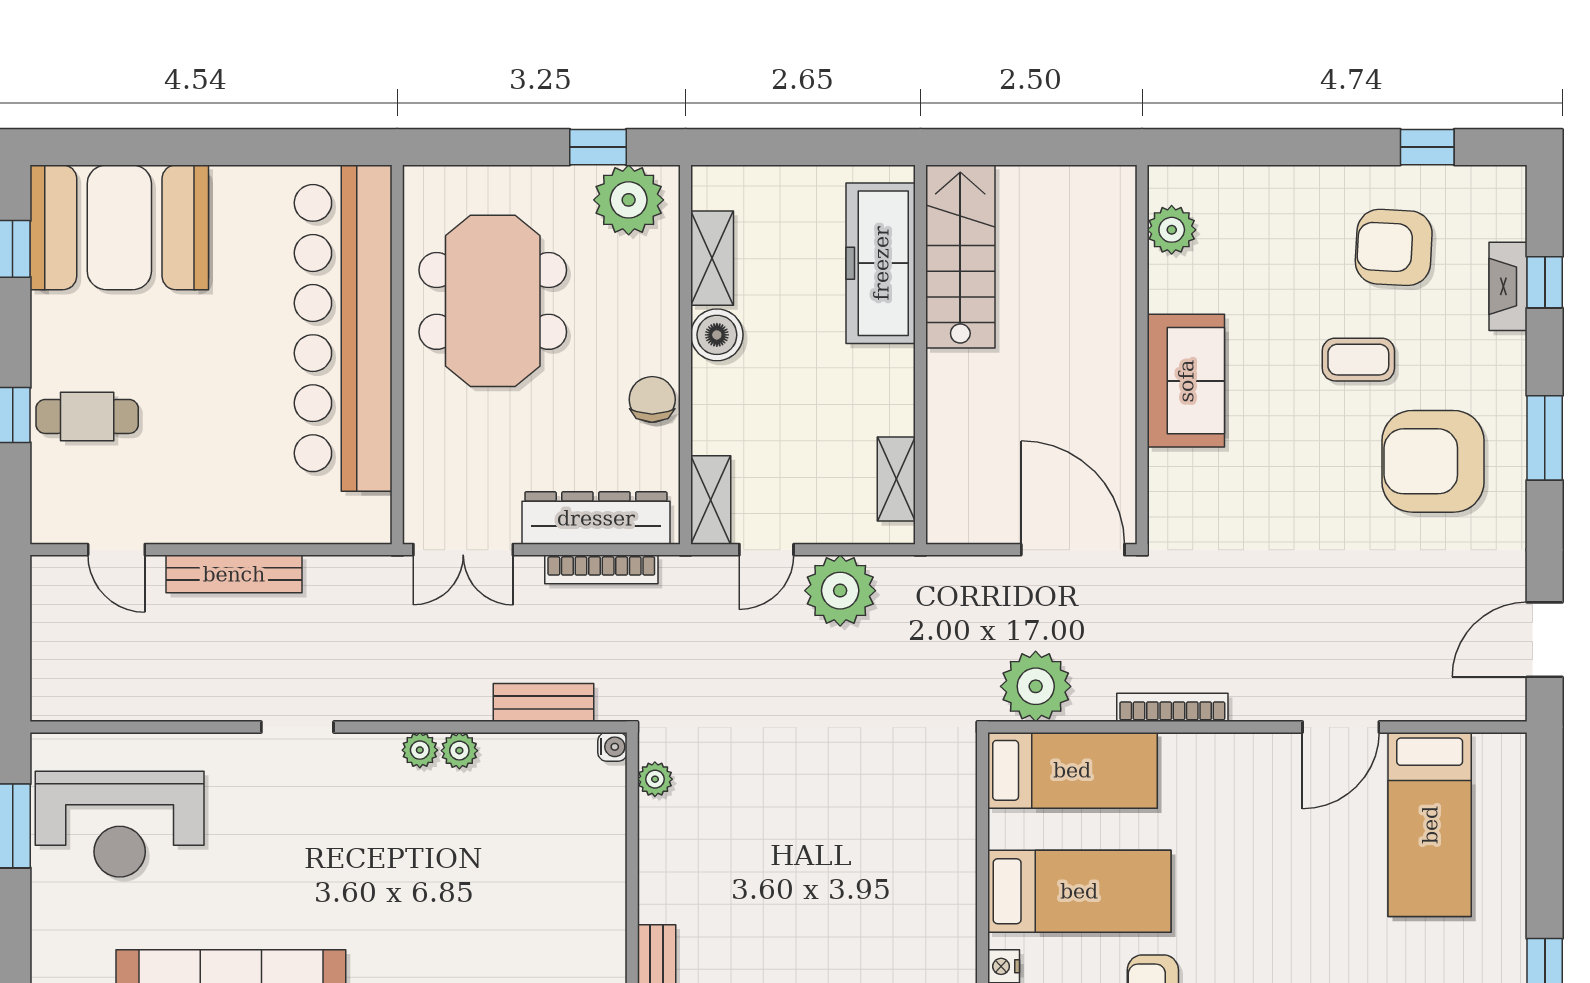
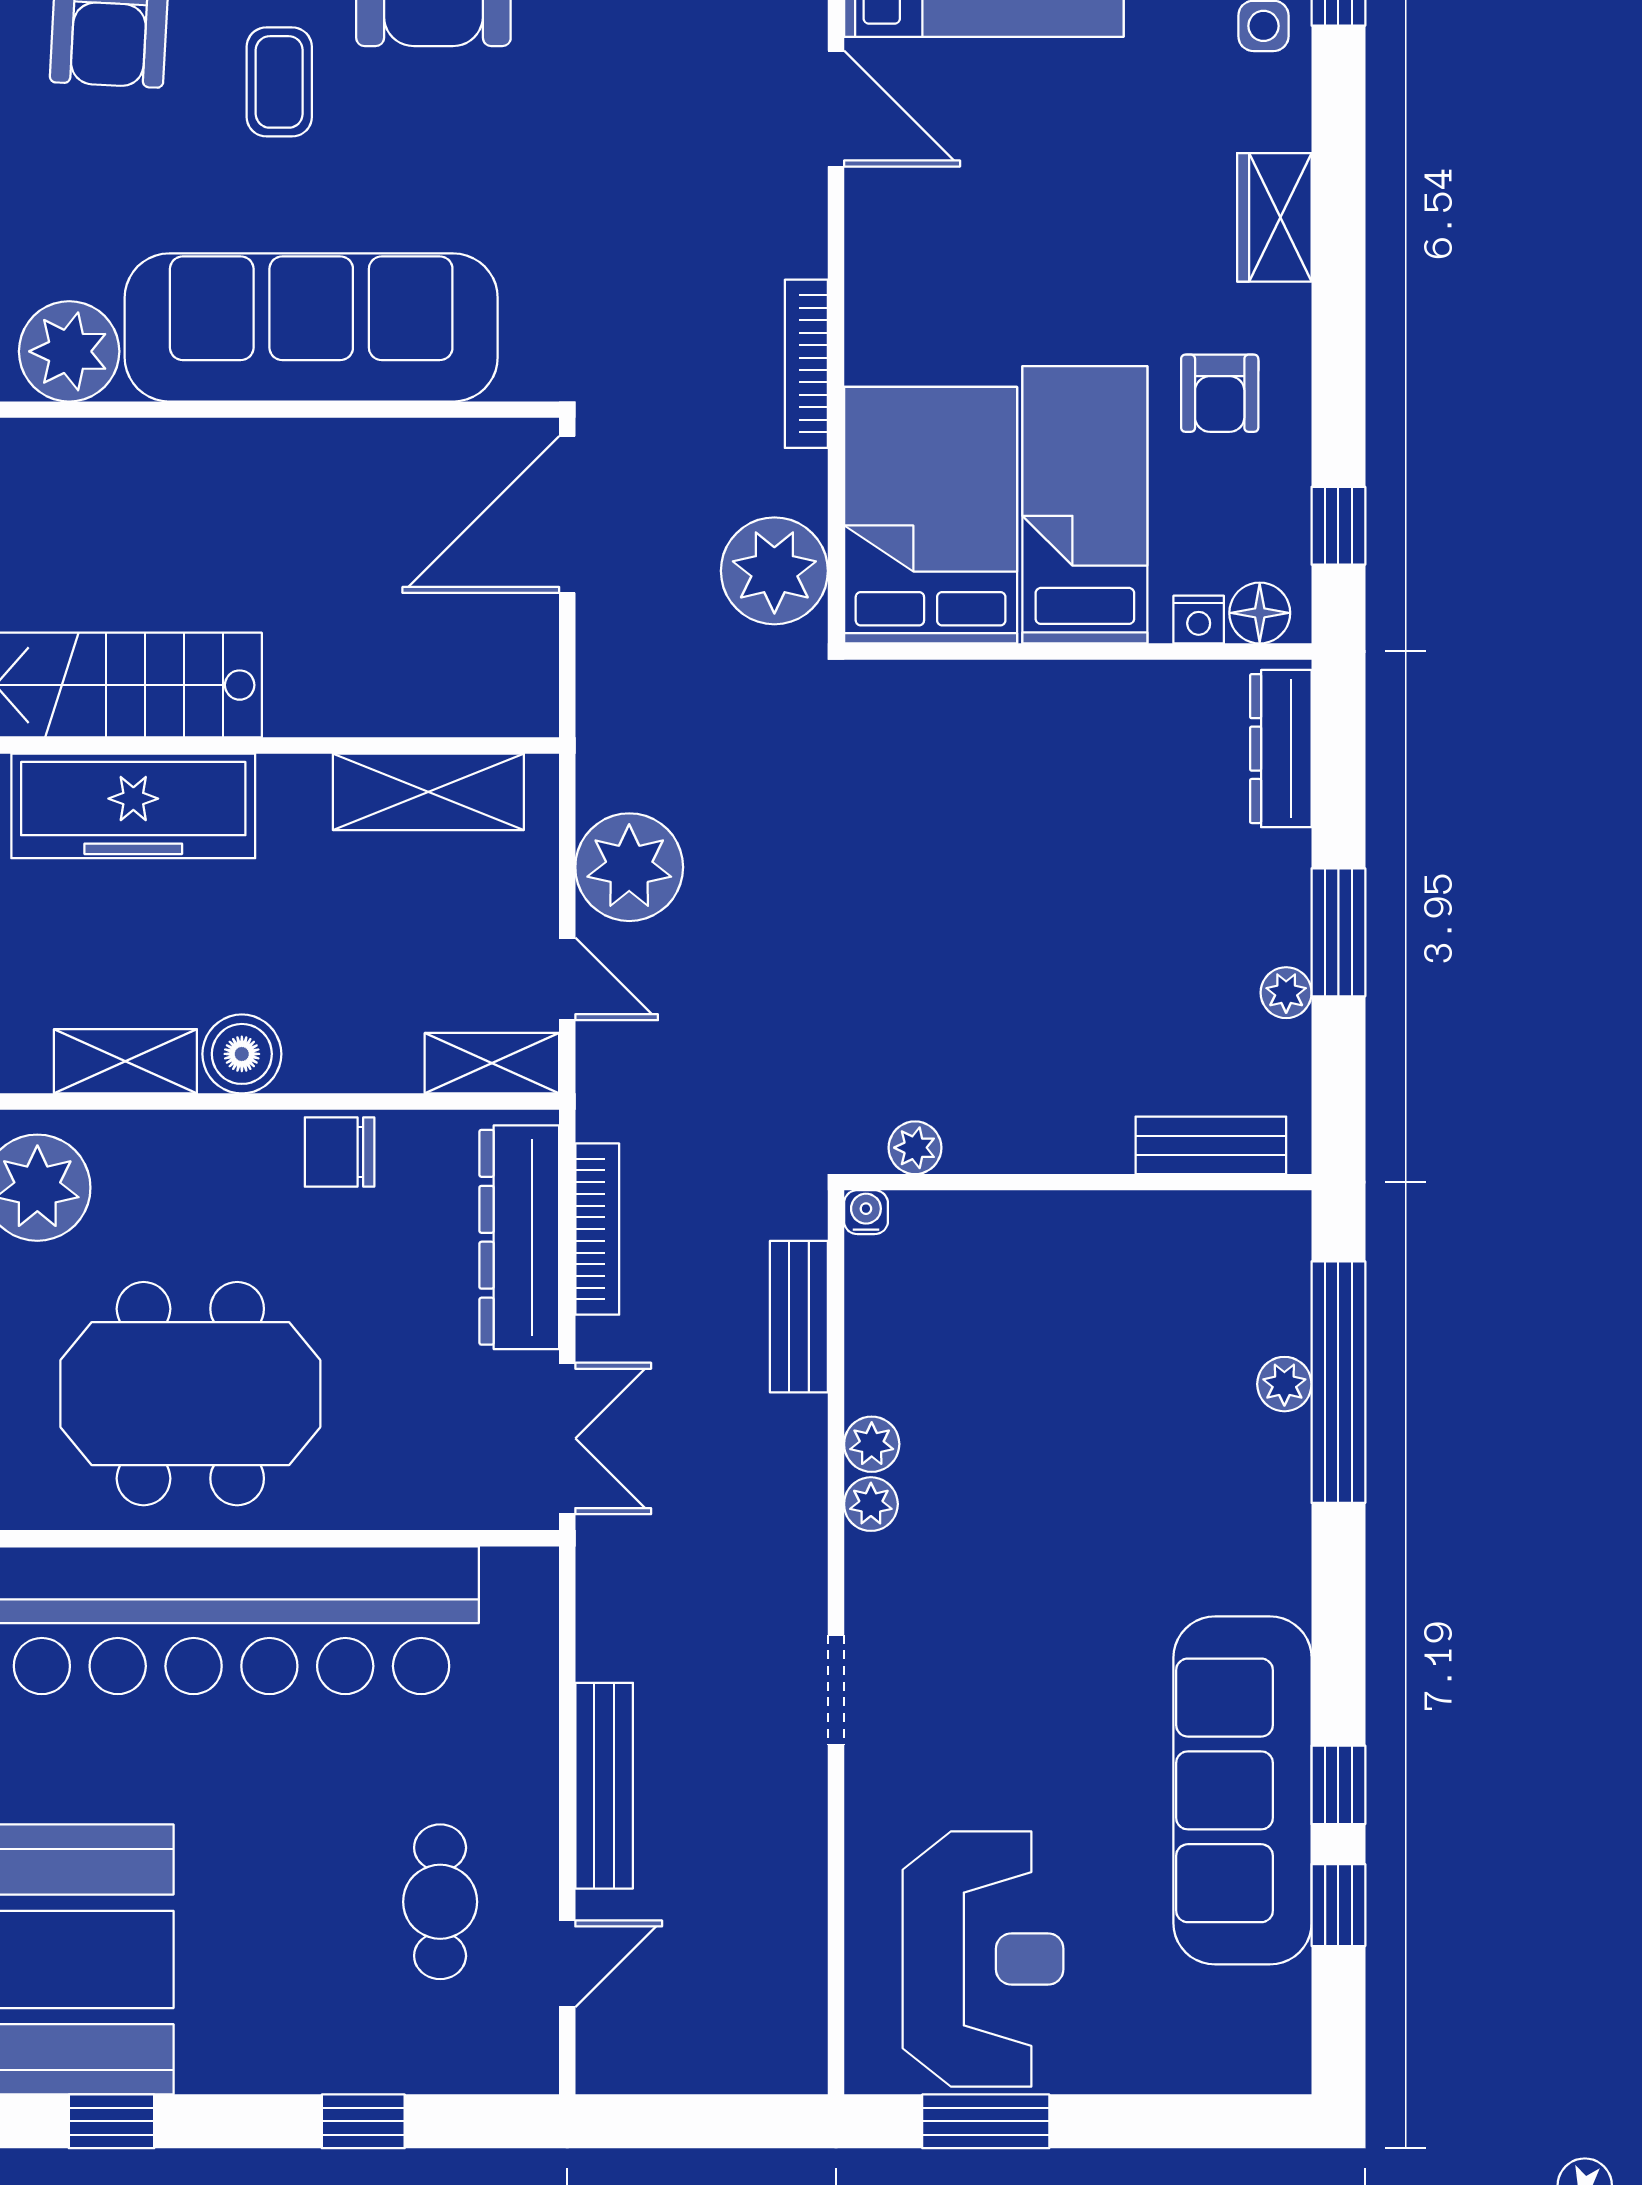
plant: (1172, 230) -> (69, 351), width x1.36, depth x1.36
sofa: (1186, 381) -> (311, 327), width x1.85, depth x1.27
cafe table: (87, 416) -> (440, 1902), moved
shelving: (896, 479) -> (428, 792), width x1.50, depth x1.33
bed: (1072, 770) -> (931, 515), width x1.50

